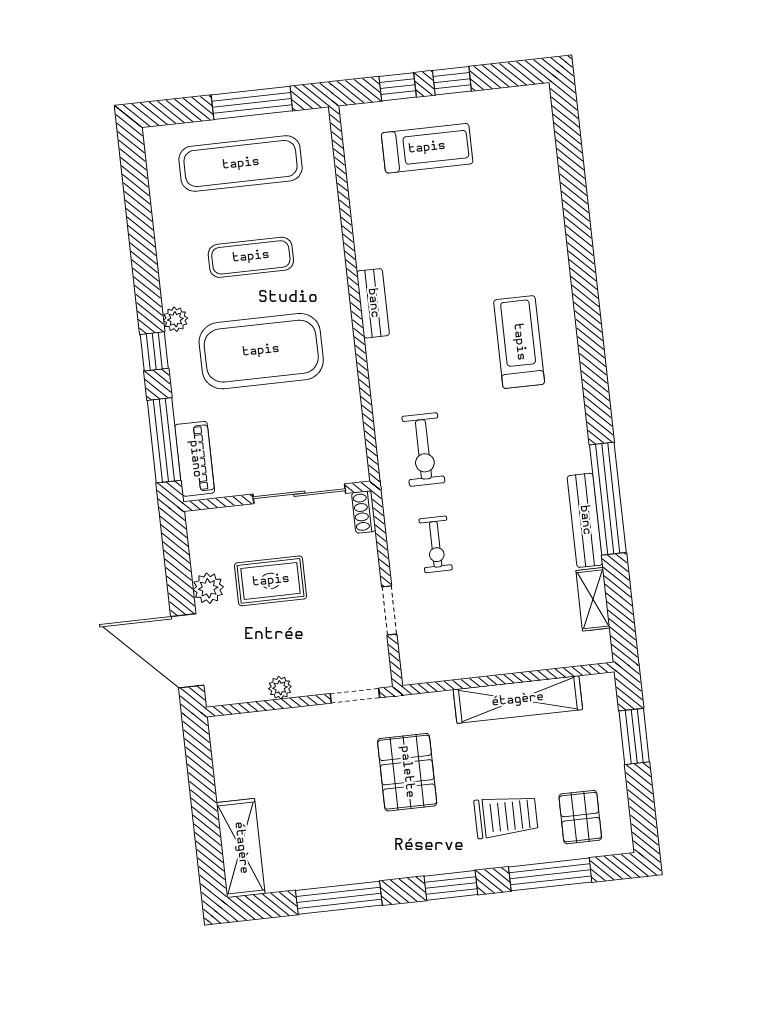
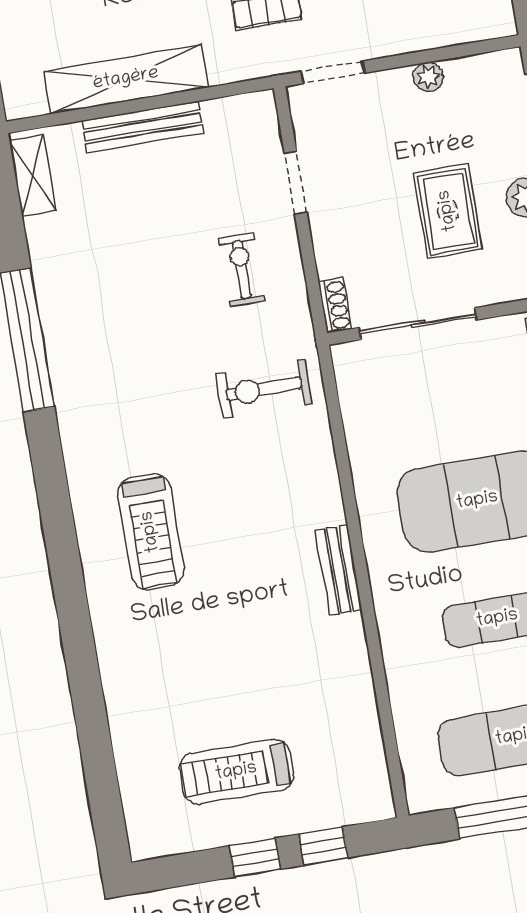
treadmill: (427, 148) -> (236, 772), moved
exercise bike: (423, 449) -> (264, 389), turned -90
bench: (585, 520) -> (143, 127), moved, turned 90
rug: (271, 581) -> (448, 211), turned 90
shelving: (593, 599) -> (33, 175), moved

